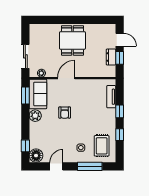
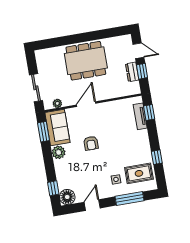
dining table: (72, 40) -> (86, 61), width x1.37
window: (120, 111) -> (149, 112), moved
rug: (102, 146) -> (139, 173), turned 90

